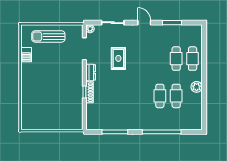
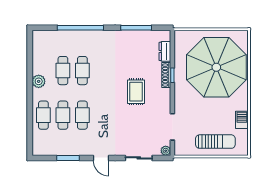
rug: (118, 58) -> (136, 92), moved
cafe table: (160, 59) -> (82, 115), added
dresser: (91, 72) -> (165, 51), moved
parasol: (48, 99) -> (216, 67), added

